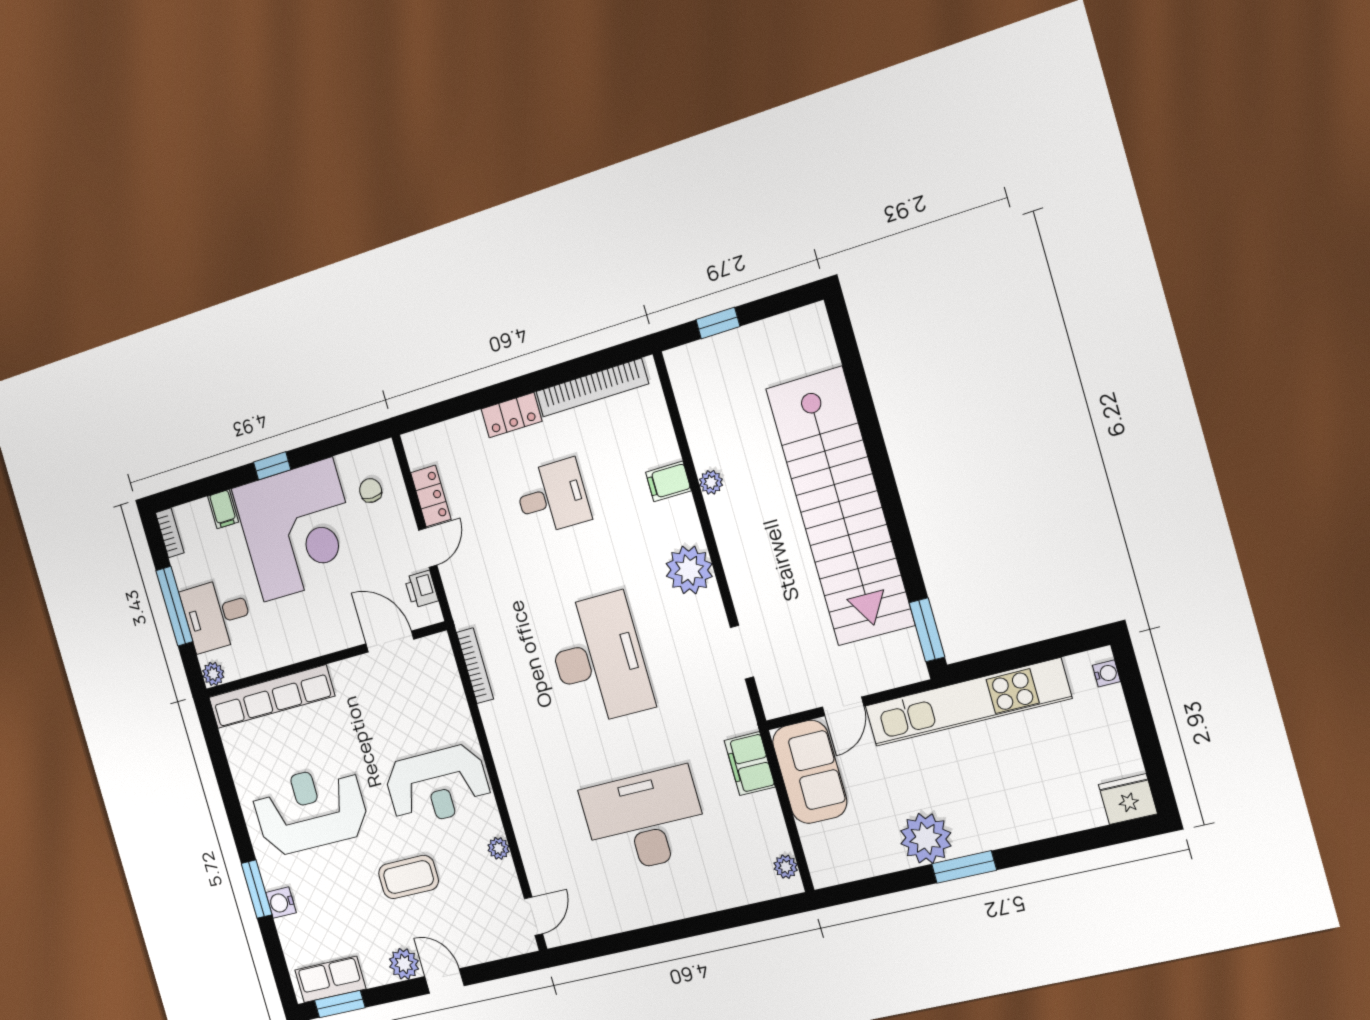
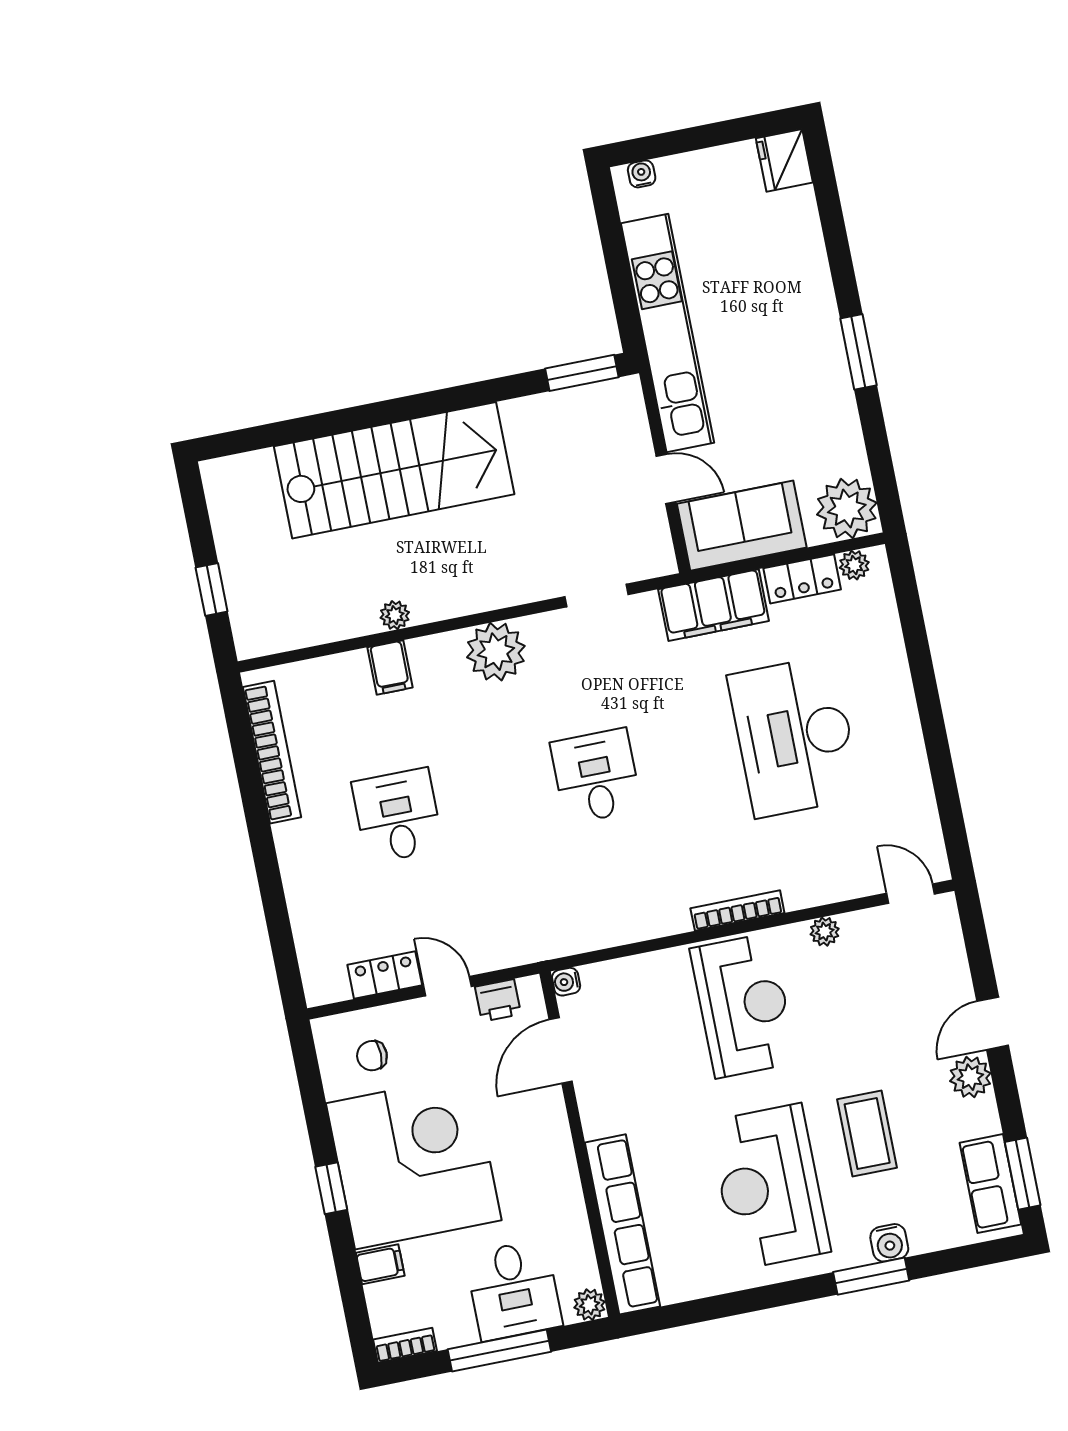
locker: (512, 415) -> (802, 579), moved, turned 90
stairs: (840, 507) -> (394, 470), width x0.73
water cooler: (441, 643) -> (566, 982), added
desk: (599, 659) -> (596, 776), width x0.53, depth x0.77
bookcase: (475, 666) -> (737, 911), moved
filing cabinet: (750, 764) -> (714, 605), width x1.50, depth x1.17
plant: (926, 838) -> (847, 509), moved
coffee table: (408, 877) -> (867, 1133), moved

